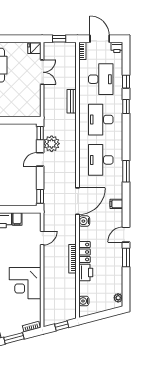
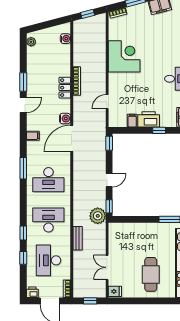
desk: (101, 120) -> (48, 220), turned -90
plant: (52, 144) -> (98, 216), moved
desk: (101, 160) -> (48, 180), turned 90
printer: (86, 272) -> (64, 67), removed

